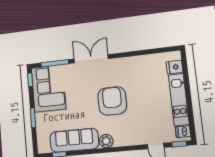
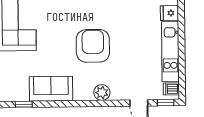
sofa: (74, 140) -> (51, 89), width x0.73
plant: (106, 141) -> (102, 93), moved

